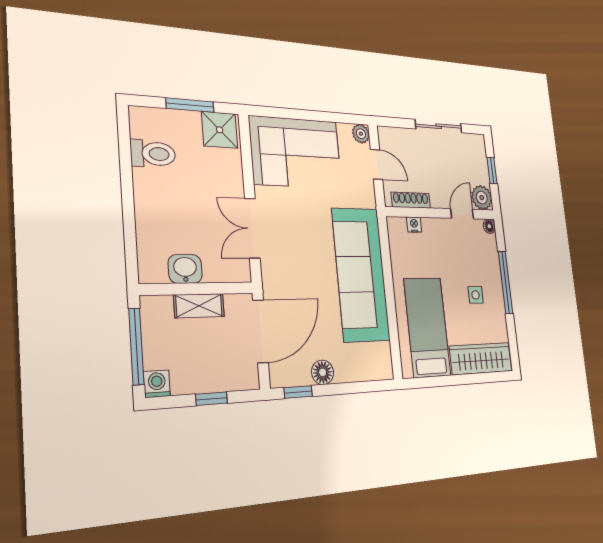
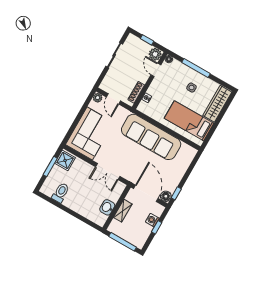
door: (376, 164) -> (113, 99), swing flipped
floor lamp: (323, 372) -> (166, 196), moved
washing machine: (157, 384) -> (152, 220), moved

